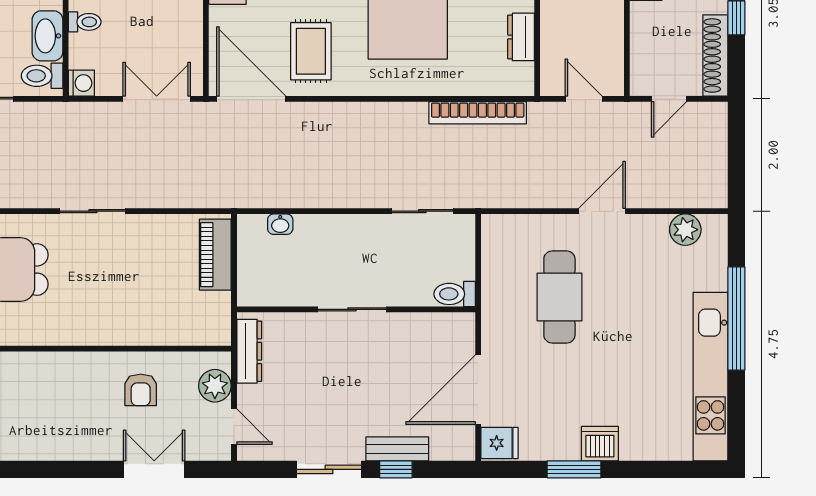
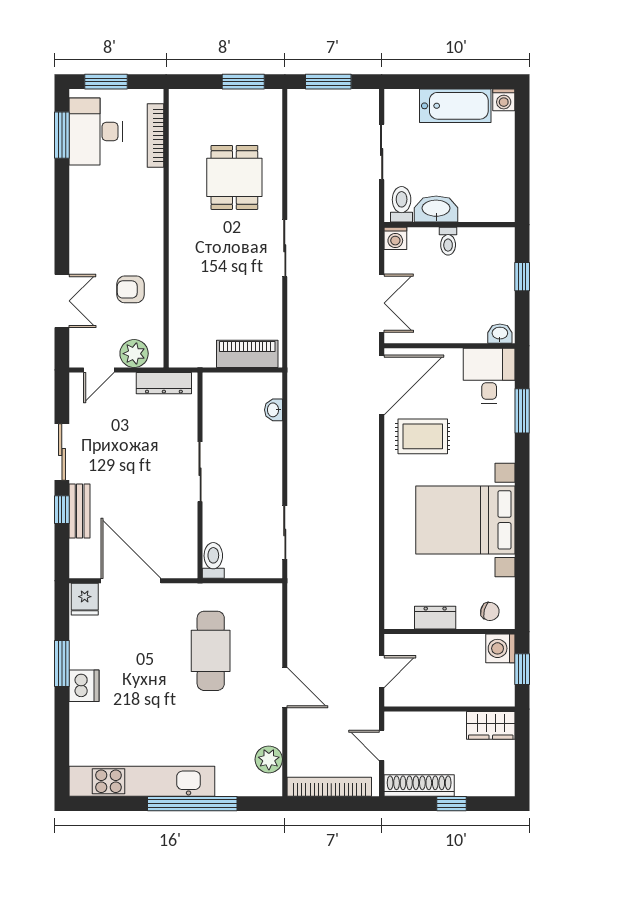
bookcase: (478, 113) -> (329, 787), moved, turned 90
cafe table: (559, 297) -> (211, 651), turned 90

